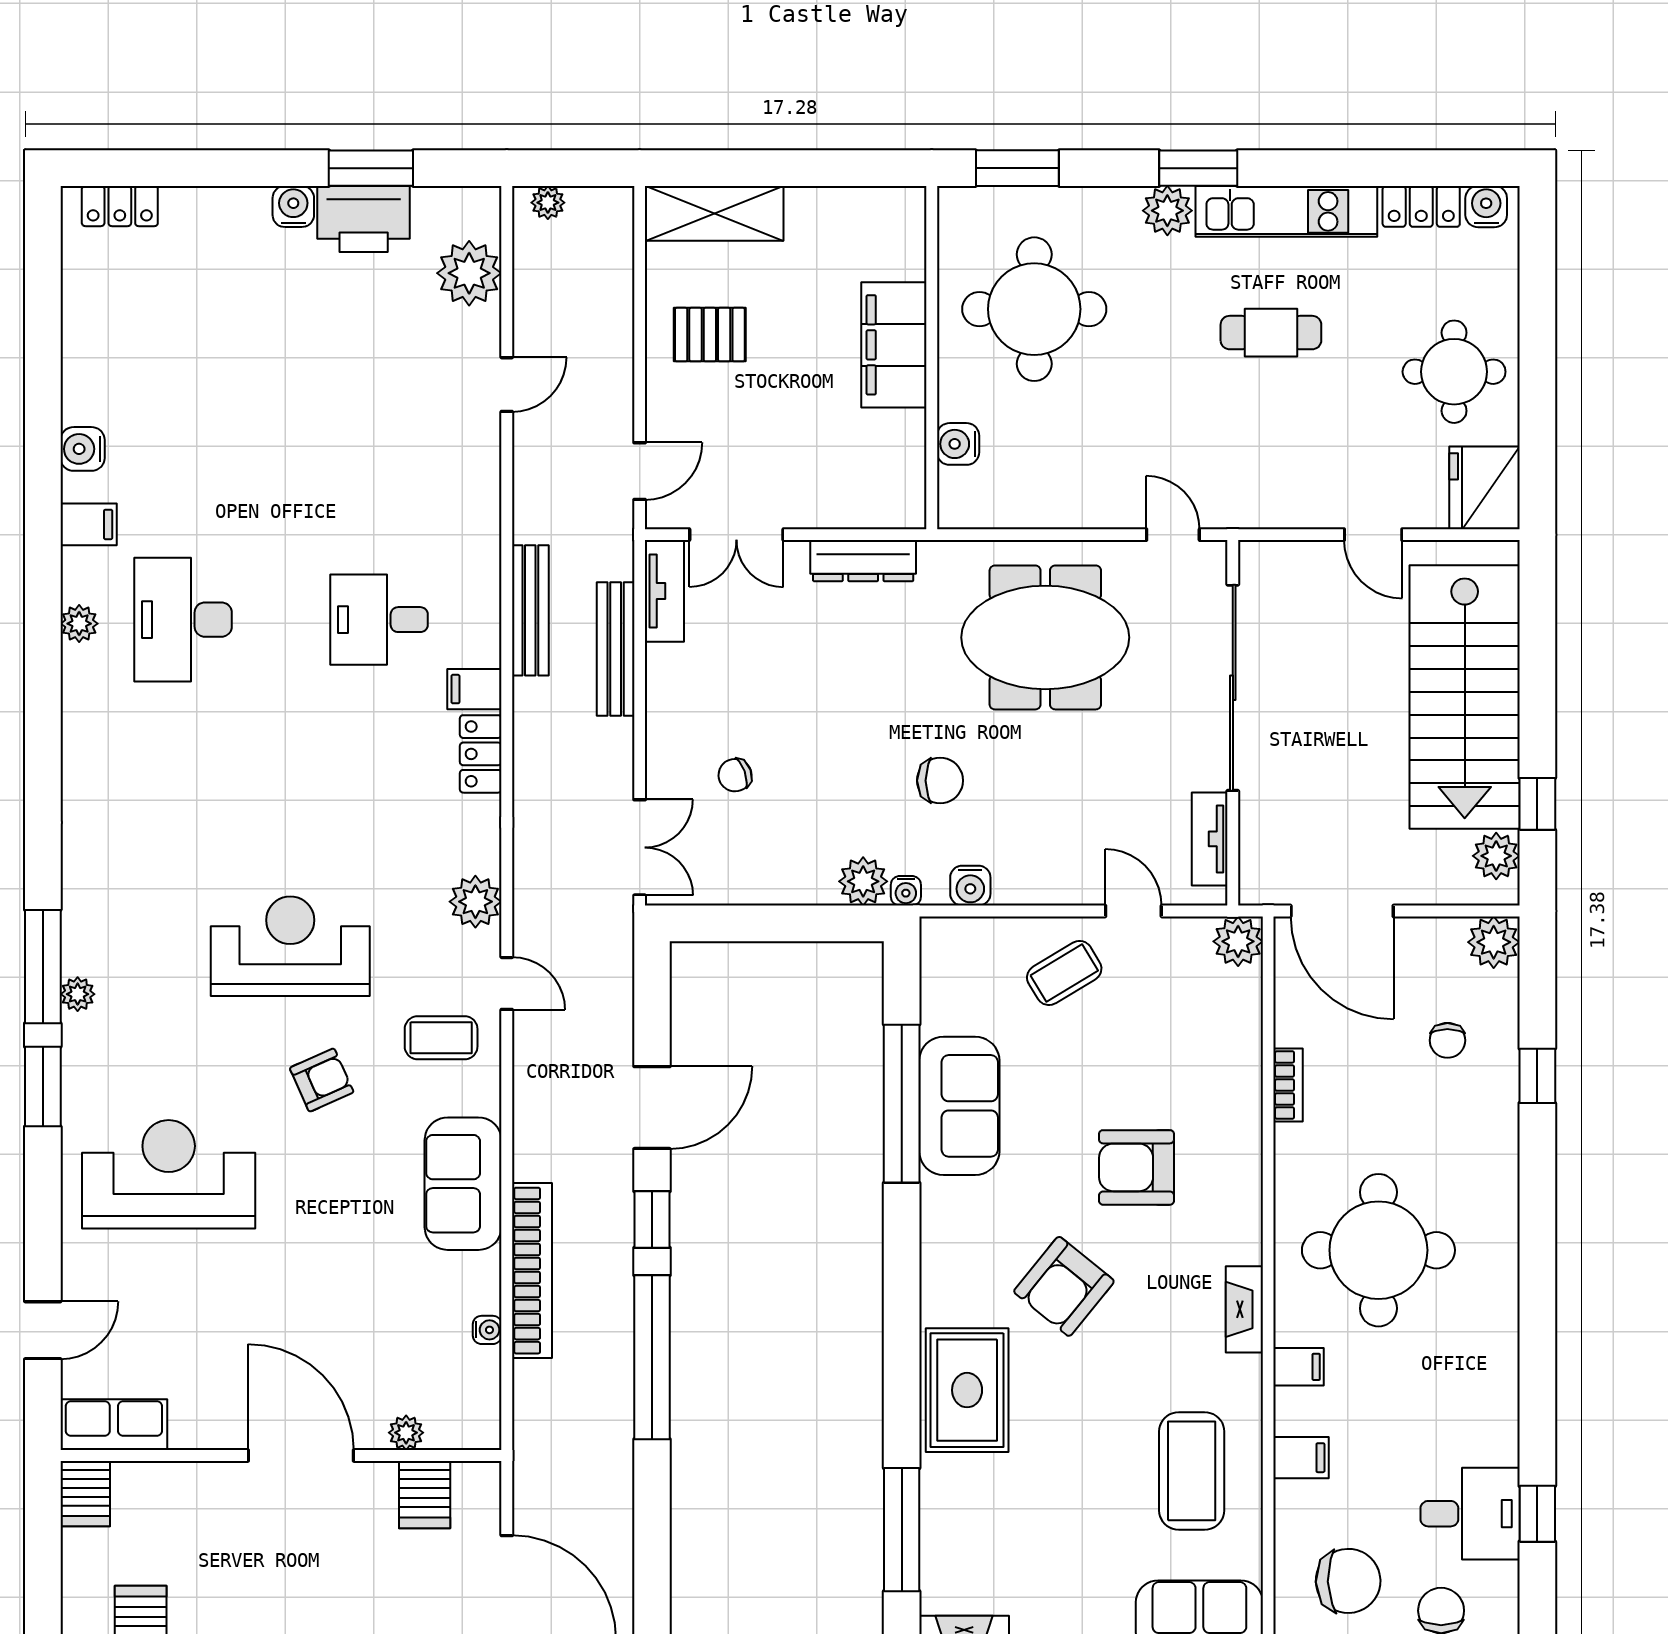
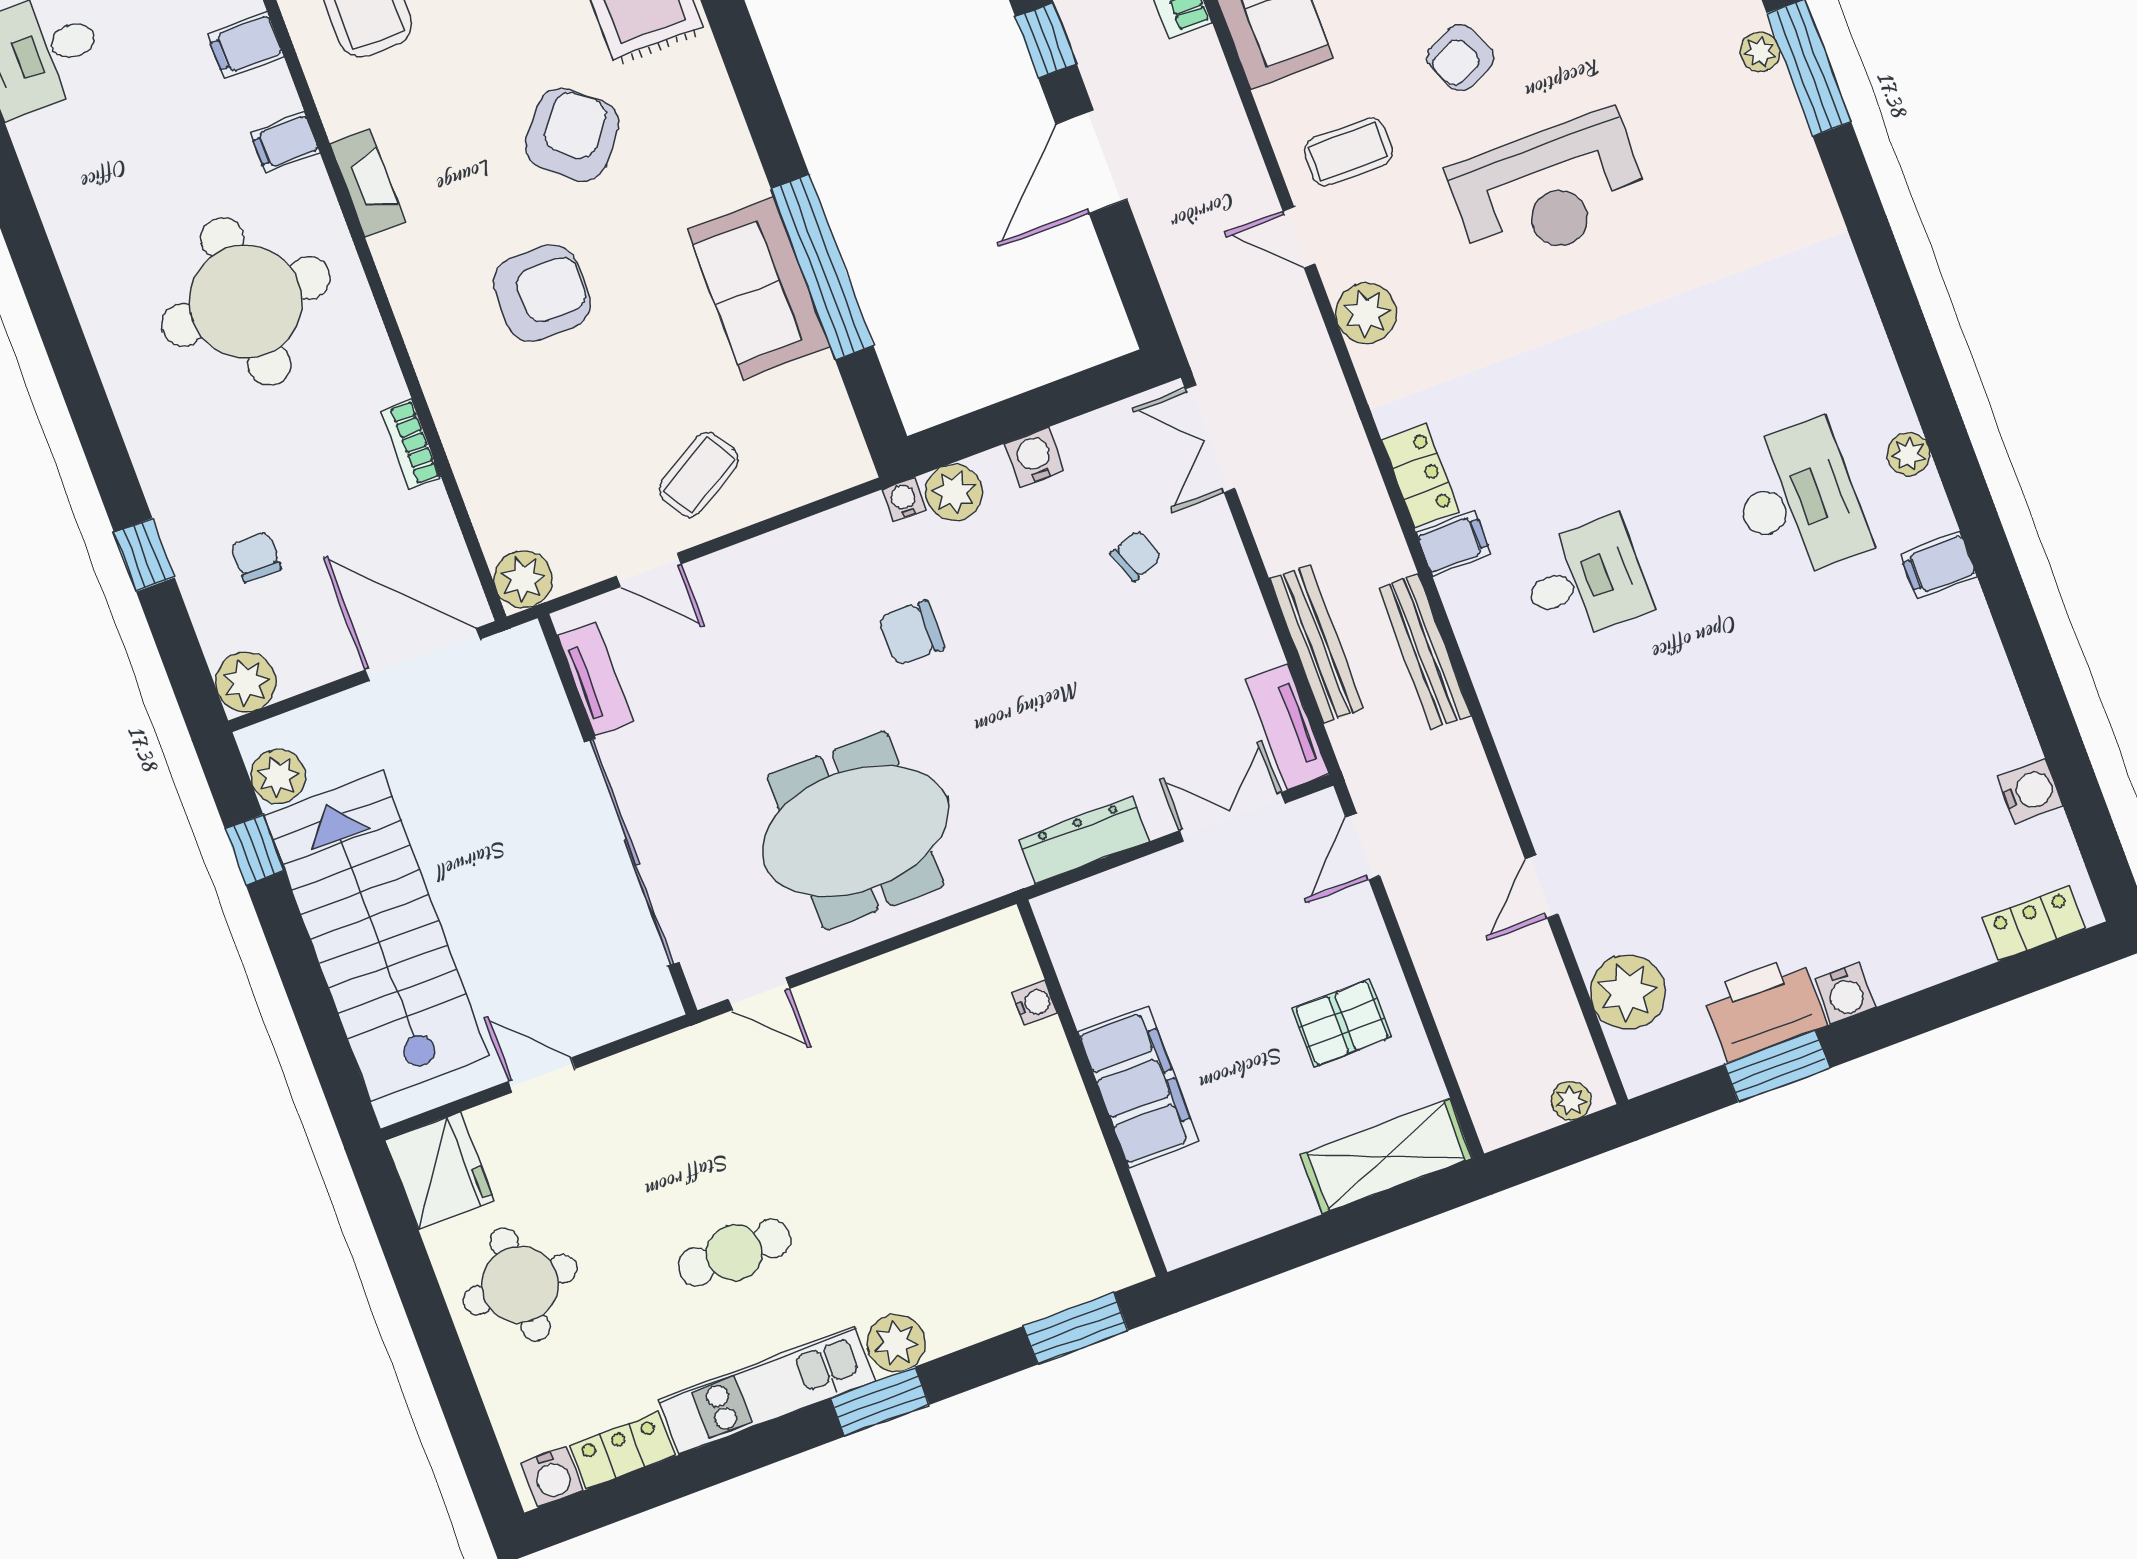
round table: (1034, 309) -> (1000, 1182), removed
water cooler: (958, 444) -> (1035, 1003), width x0.72, depth x0.72
water cooler: (83, 449) -> (2030, 791), moved
water cooler: (970, 886) -> (1035, 457), moved

